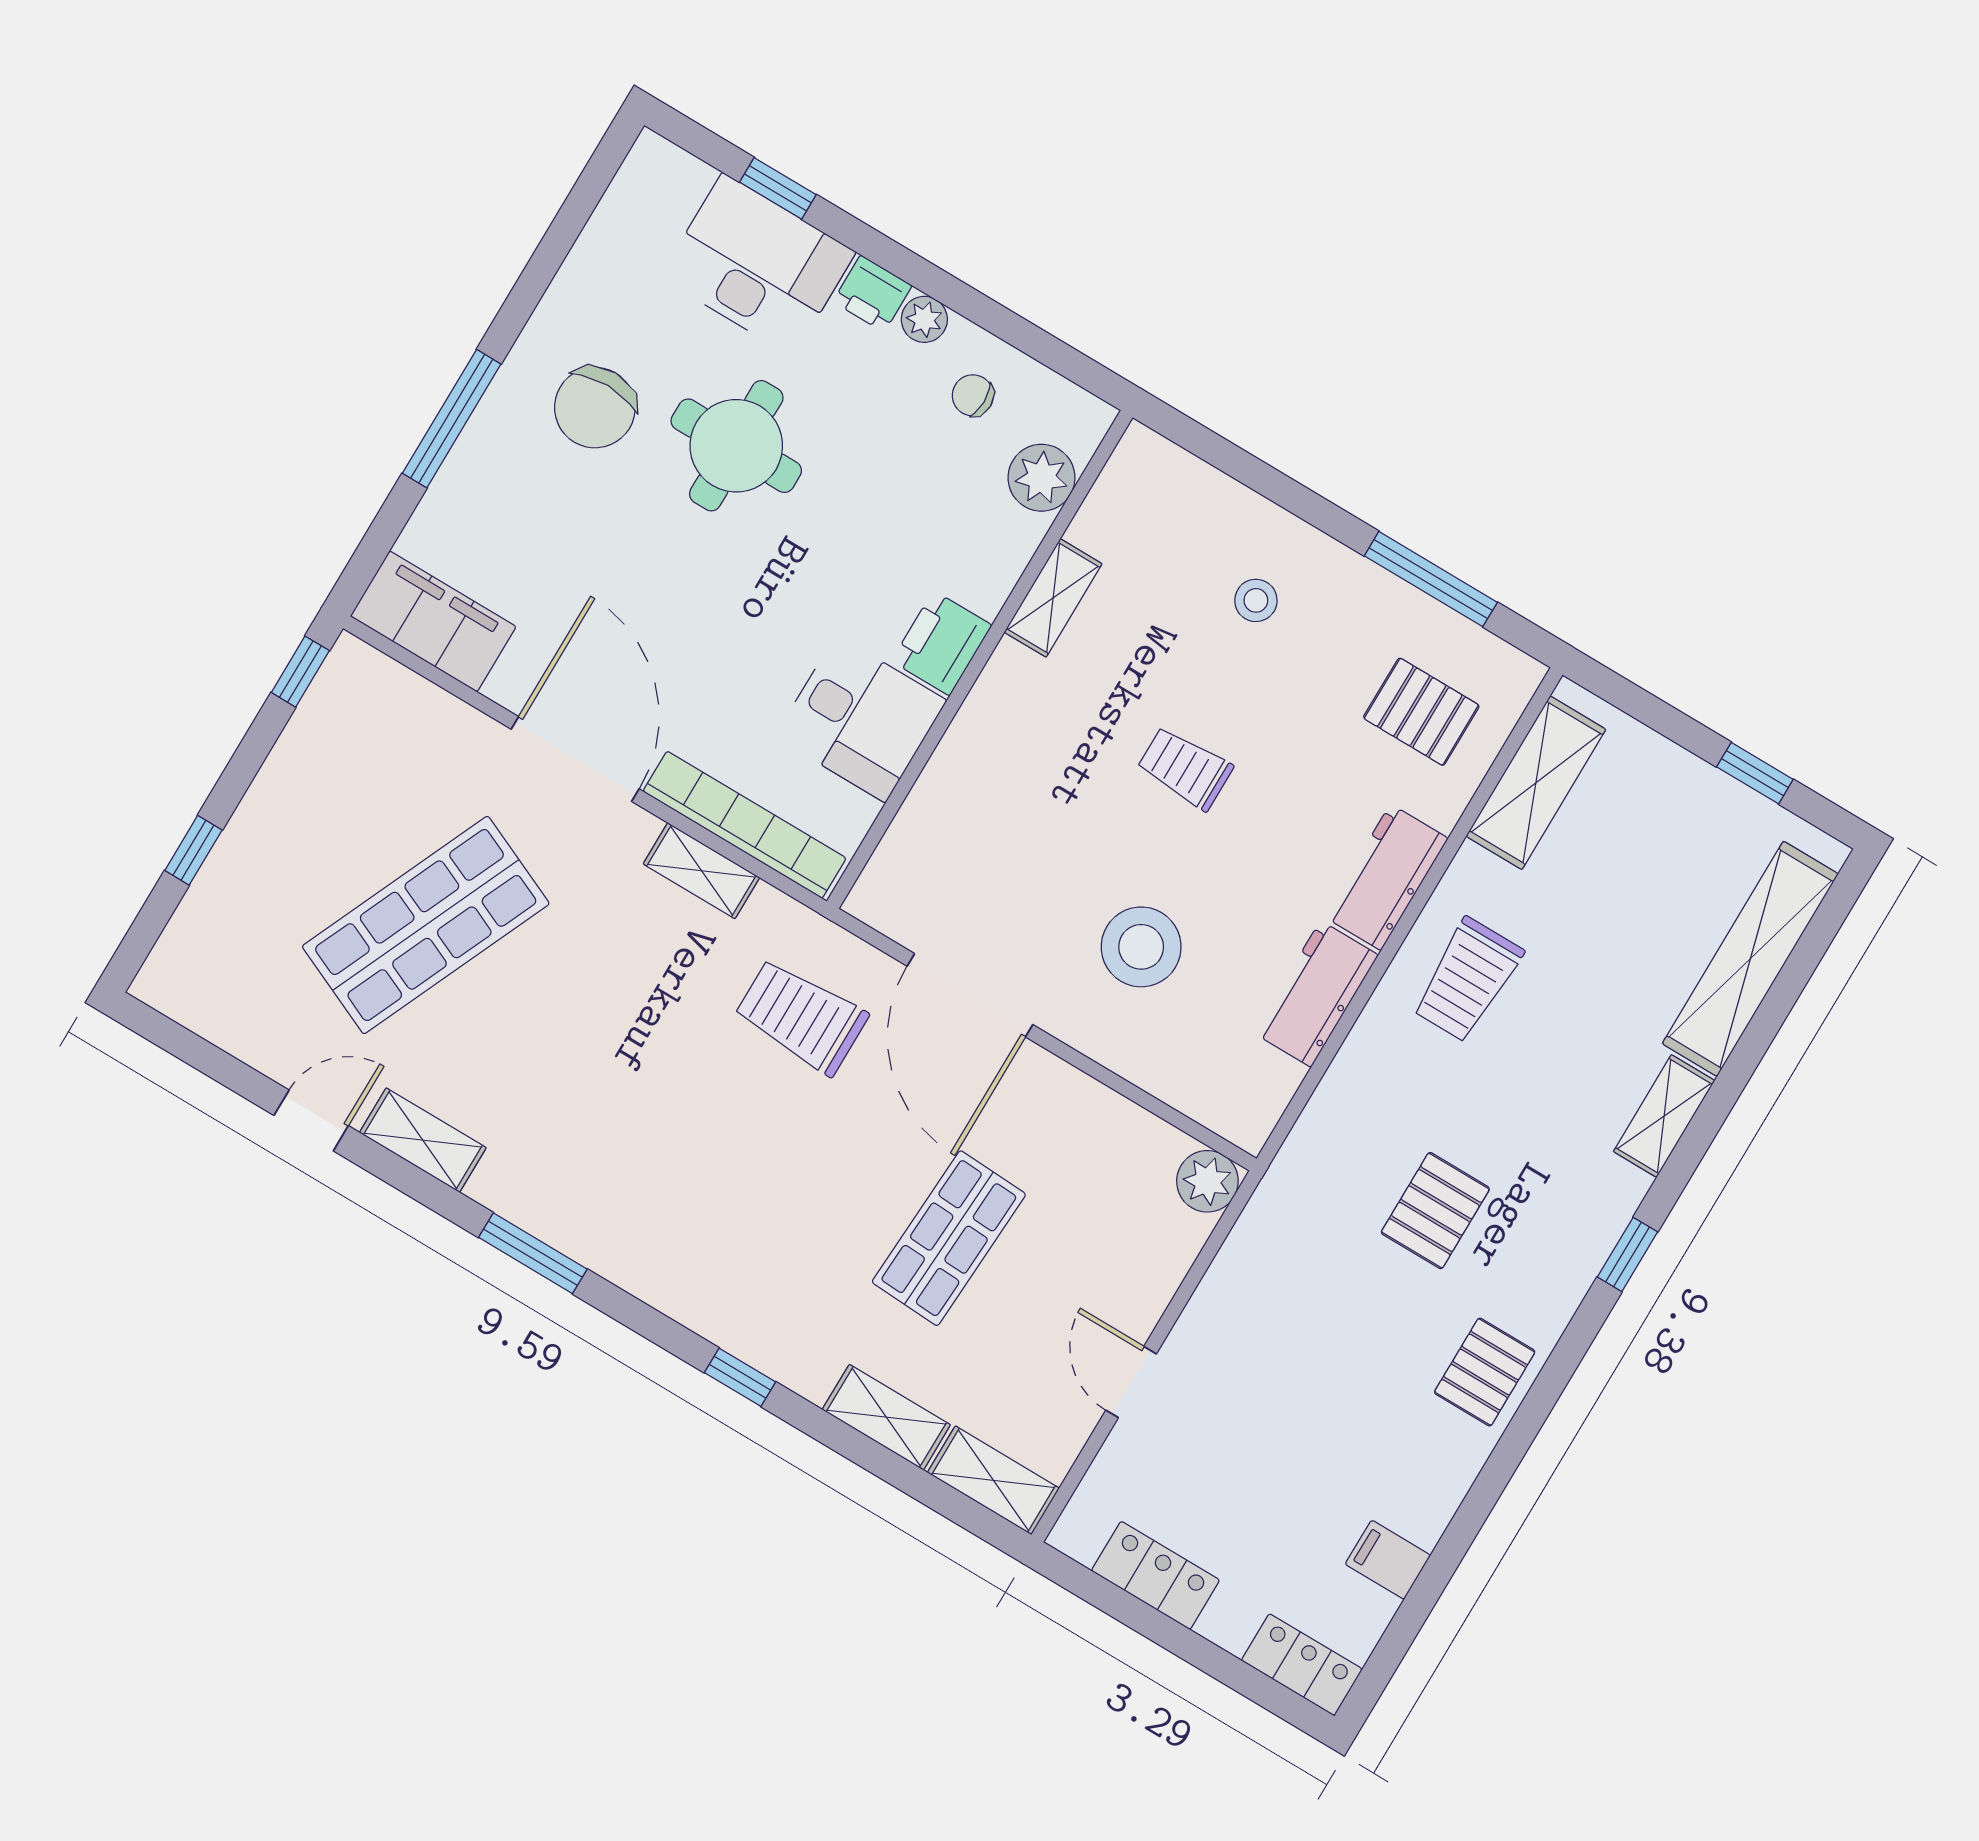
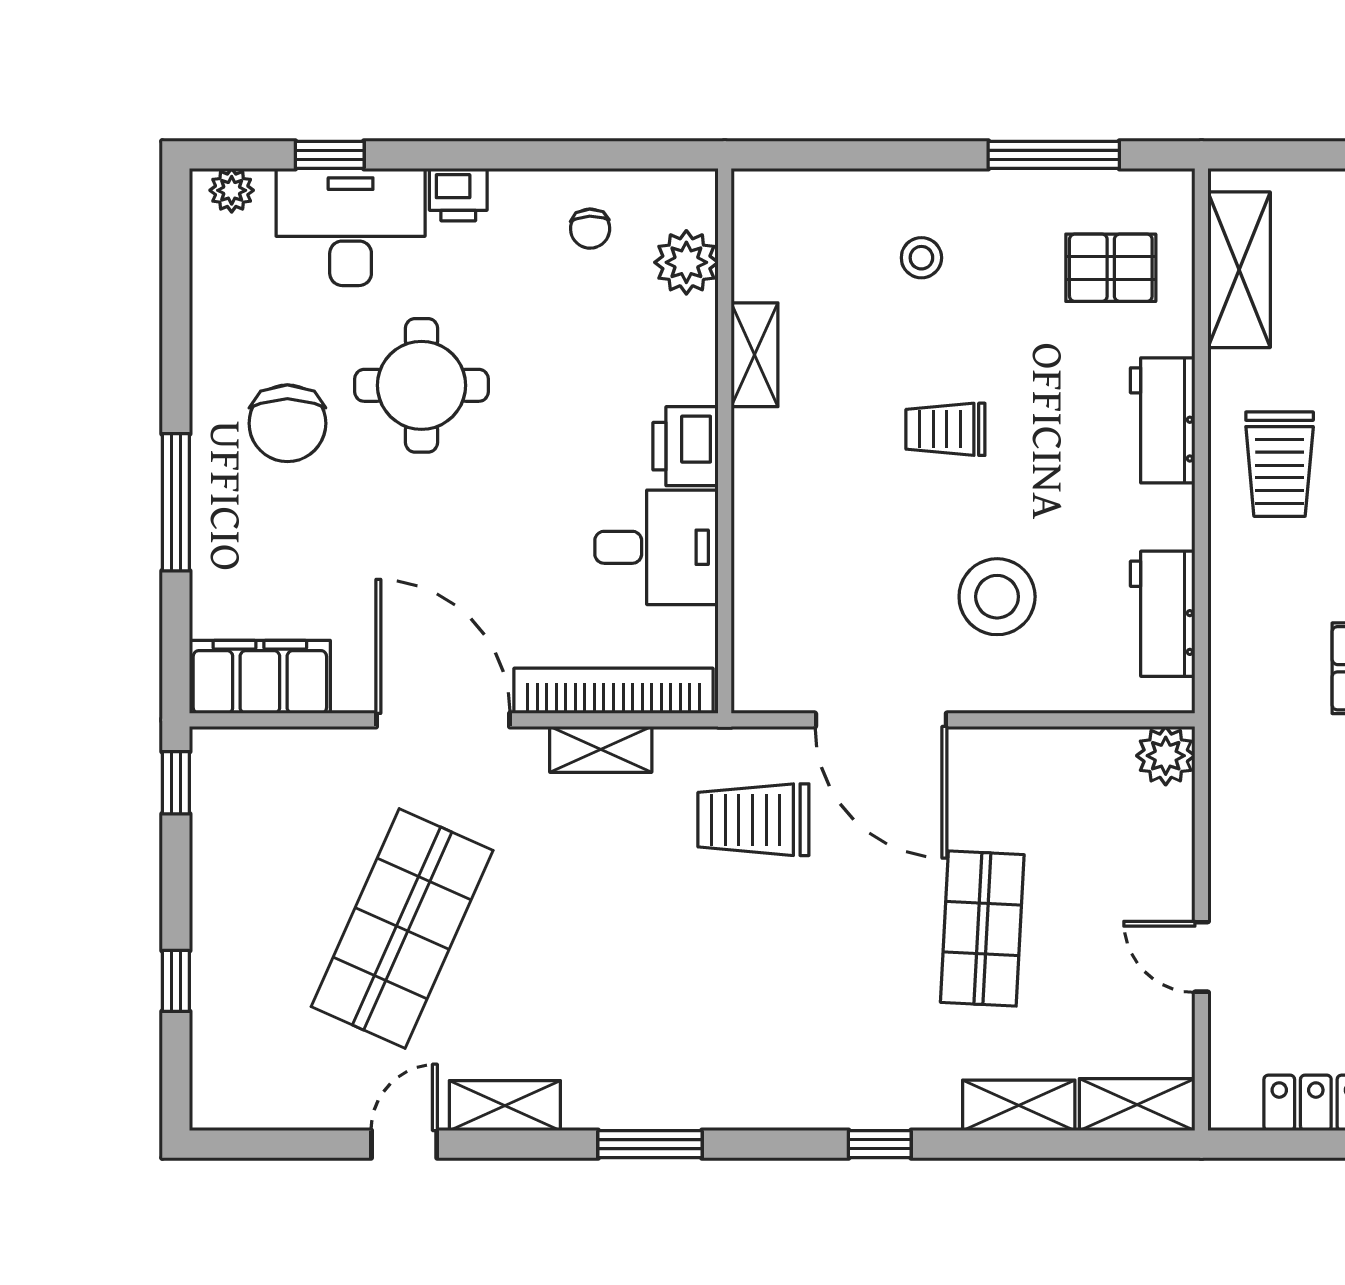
plant: (924, 319) -> (232, 190), moved
chair: (973, 395) -> (590, 229), turned -92
workbench: (1316, 994) -> (1163, 614), moved

